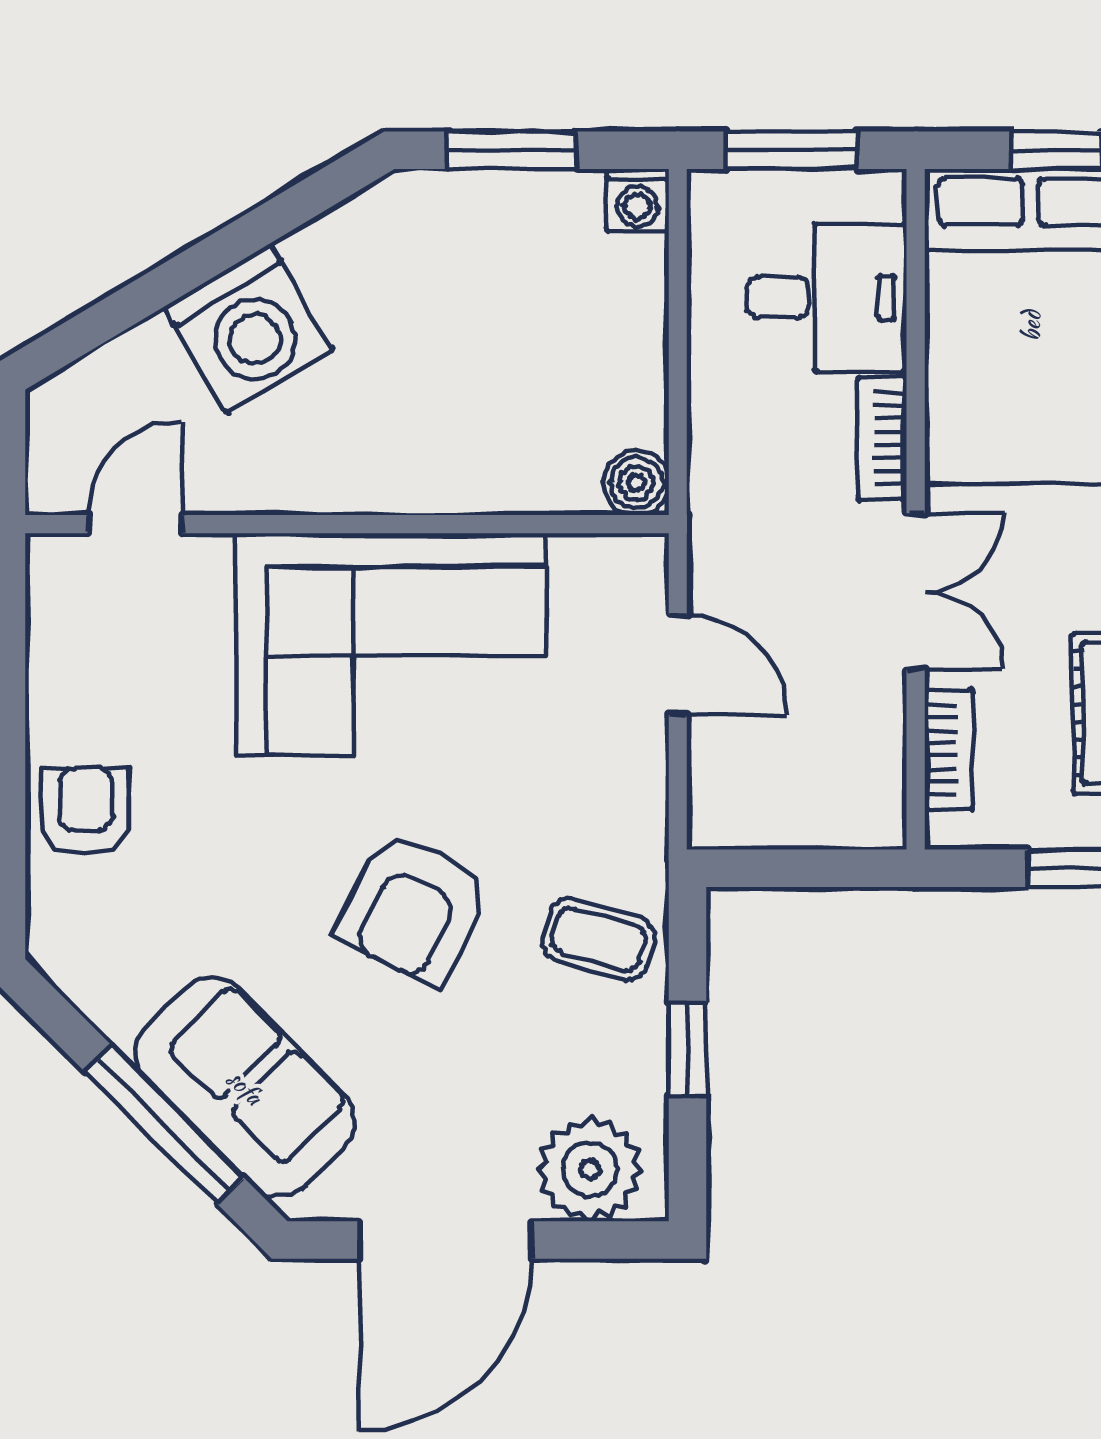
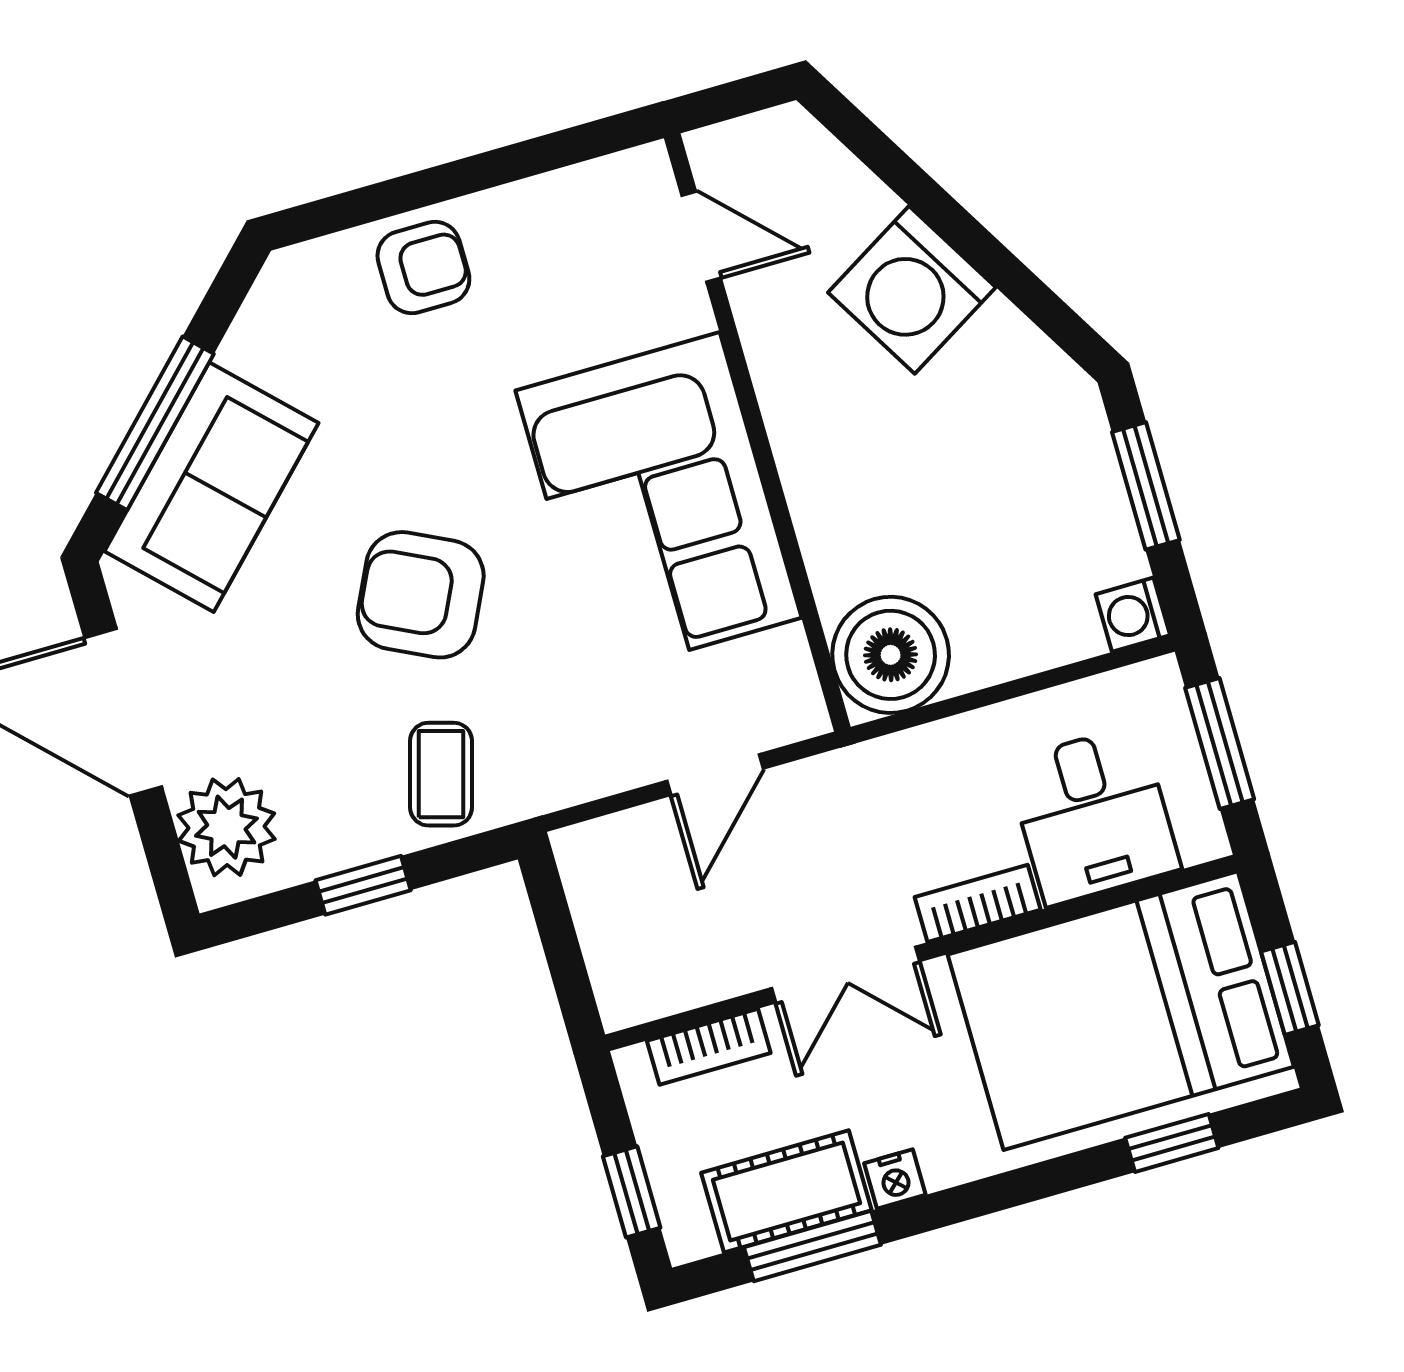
boiler: (636, 483) -> (891, 655), width x1.86, depth x1.86

